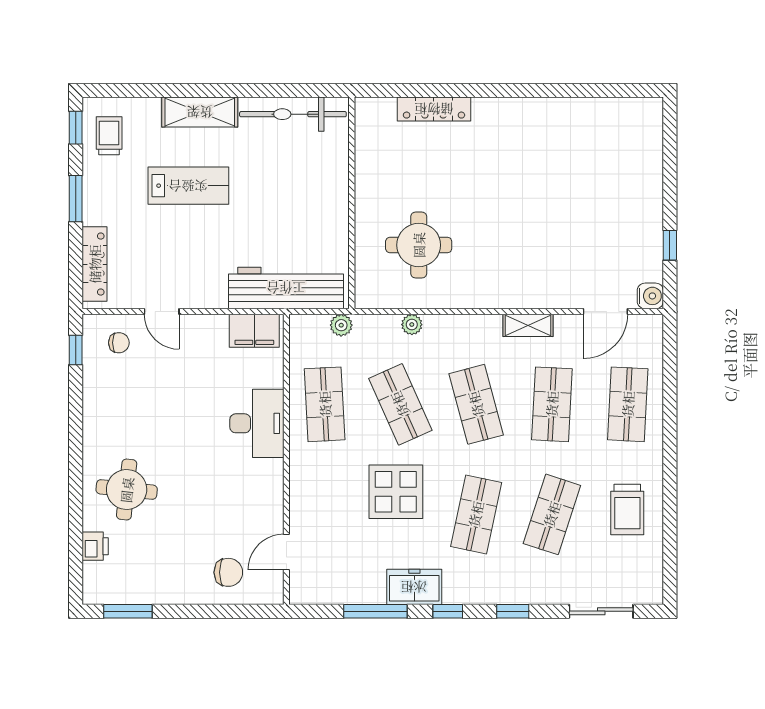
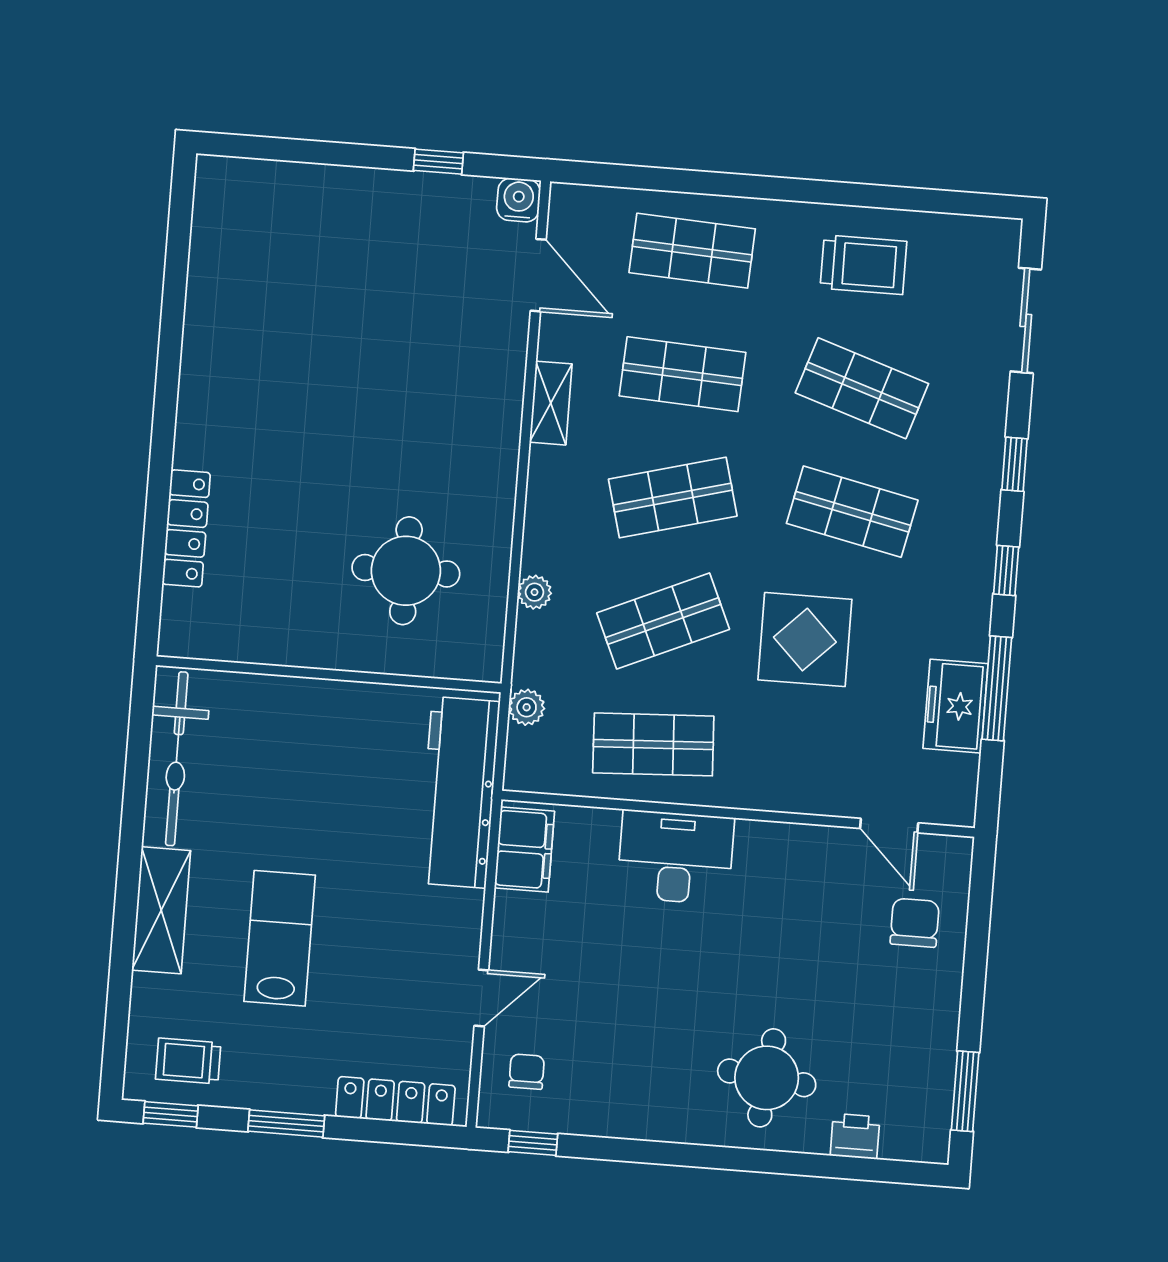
freezer: (414, 587) -> (956, 706), moved

